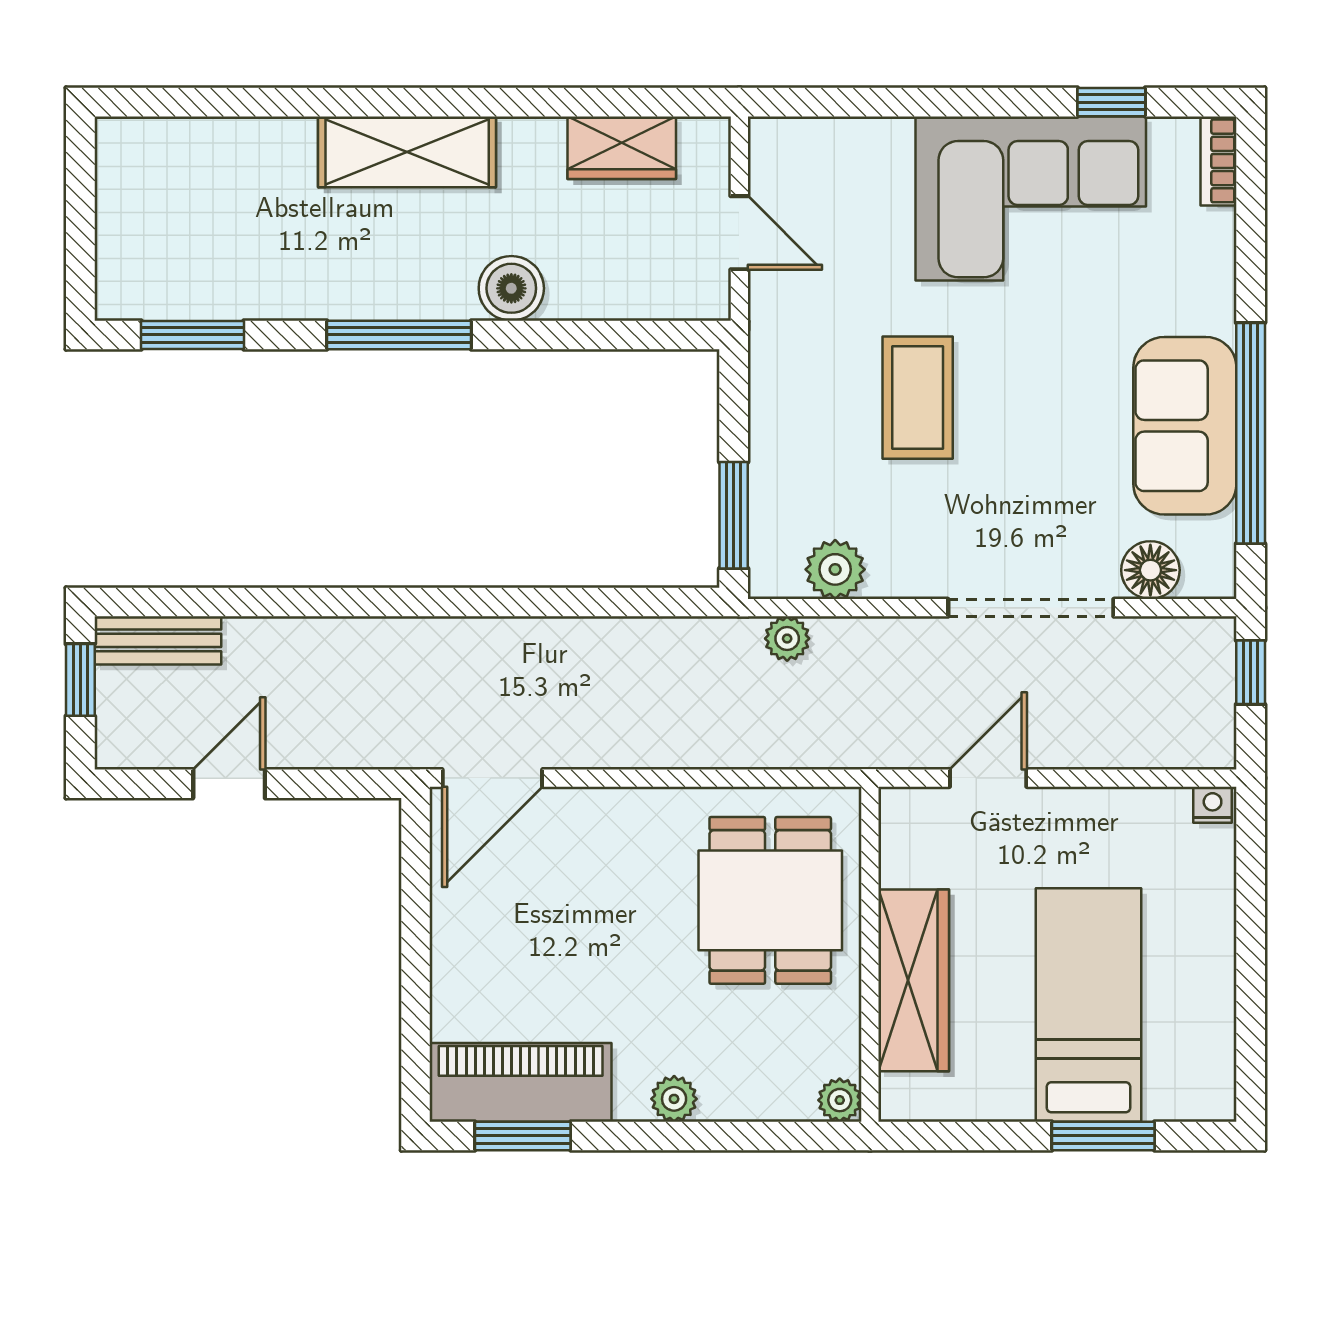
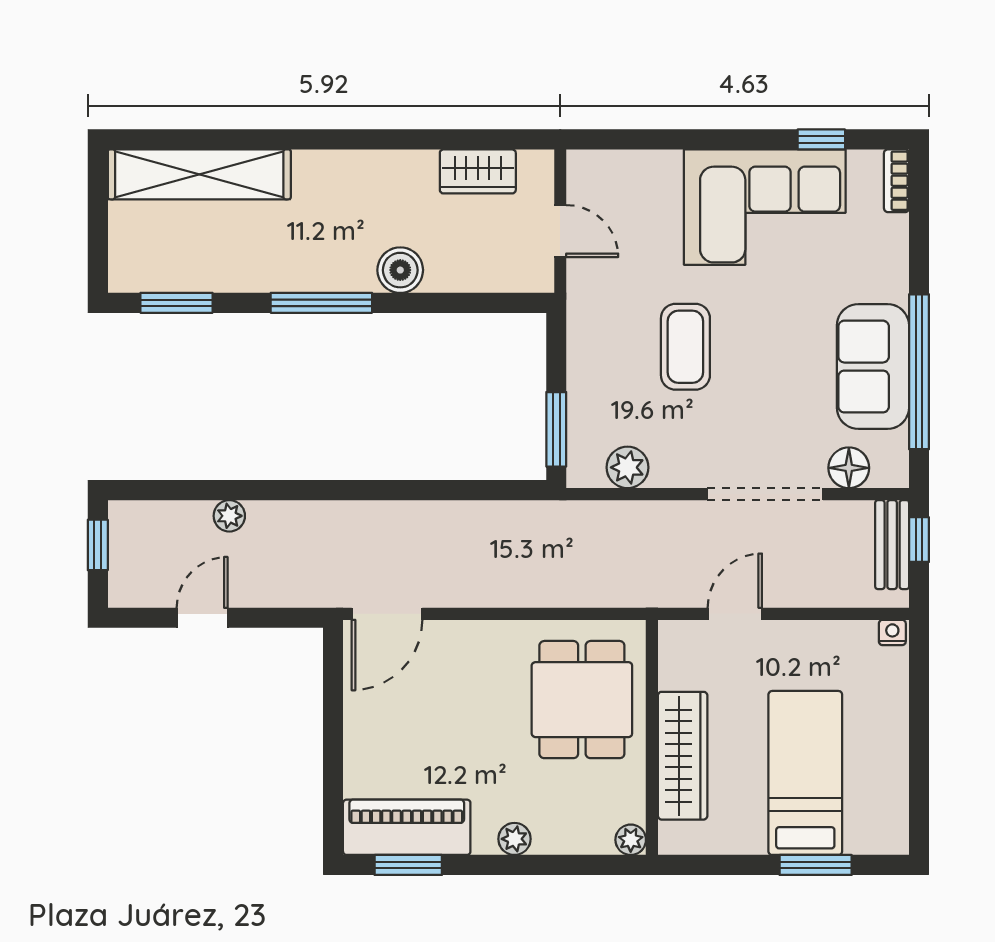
shelving: (407, 152) -> (199, 174), moved, width x1.47
plant: (787, 639) -> (229, 516), moved
bench: (158, 640) -> (892, 545), moved, turned 90

